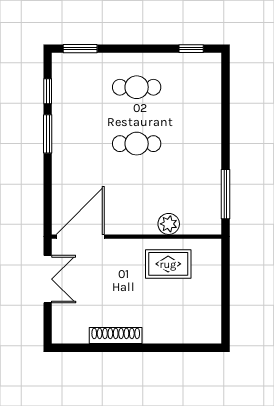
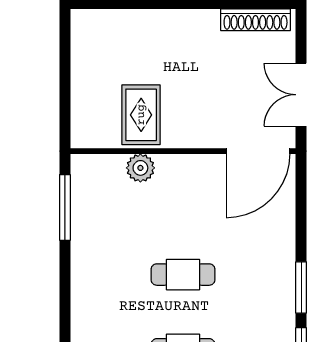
rug: (168, 264) -> (141, 115), turned 90
shoe rack: (116, 336) -> (256, 20), moved

